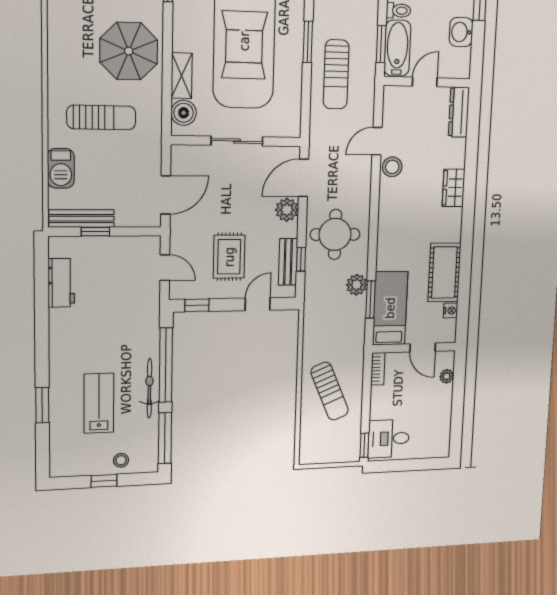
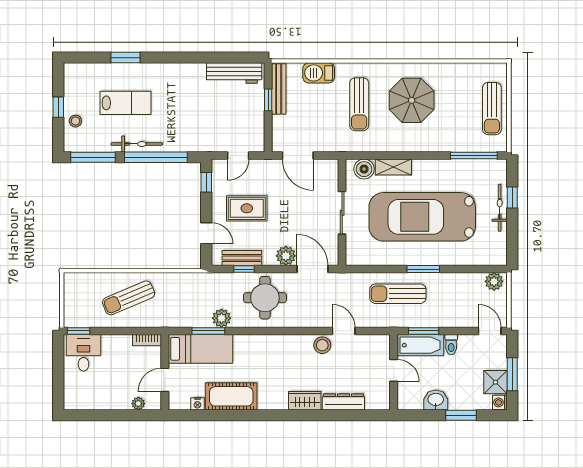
parasol: (129, 51) -> (412, 100), moved
dresser: (459, 112) -> (343, 402), moved
workbench: (61, 283) -> (234, 73), width x1.38

